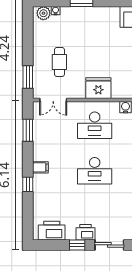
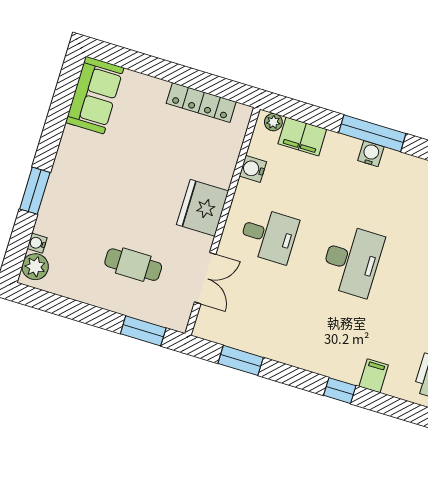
double door: (53, 100) -> (205, 278), moved
desk: (95, 125) -> (269, 235), width x0.73
filing cabinet: (40, 167) -> (374, 376), moved

